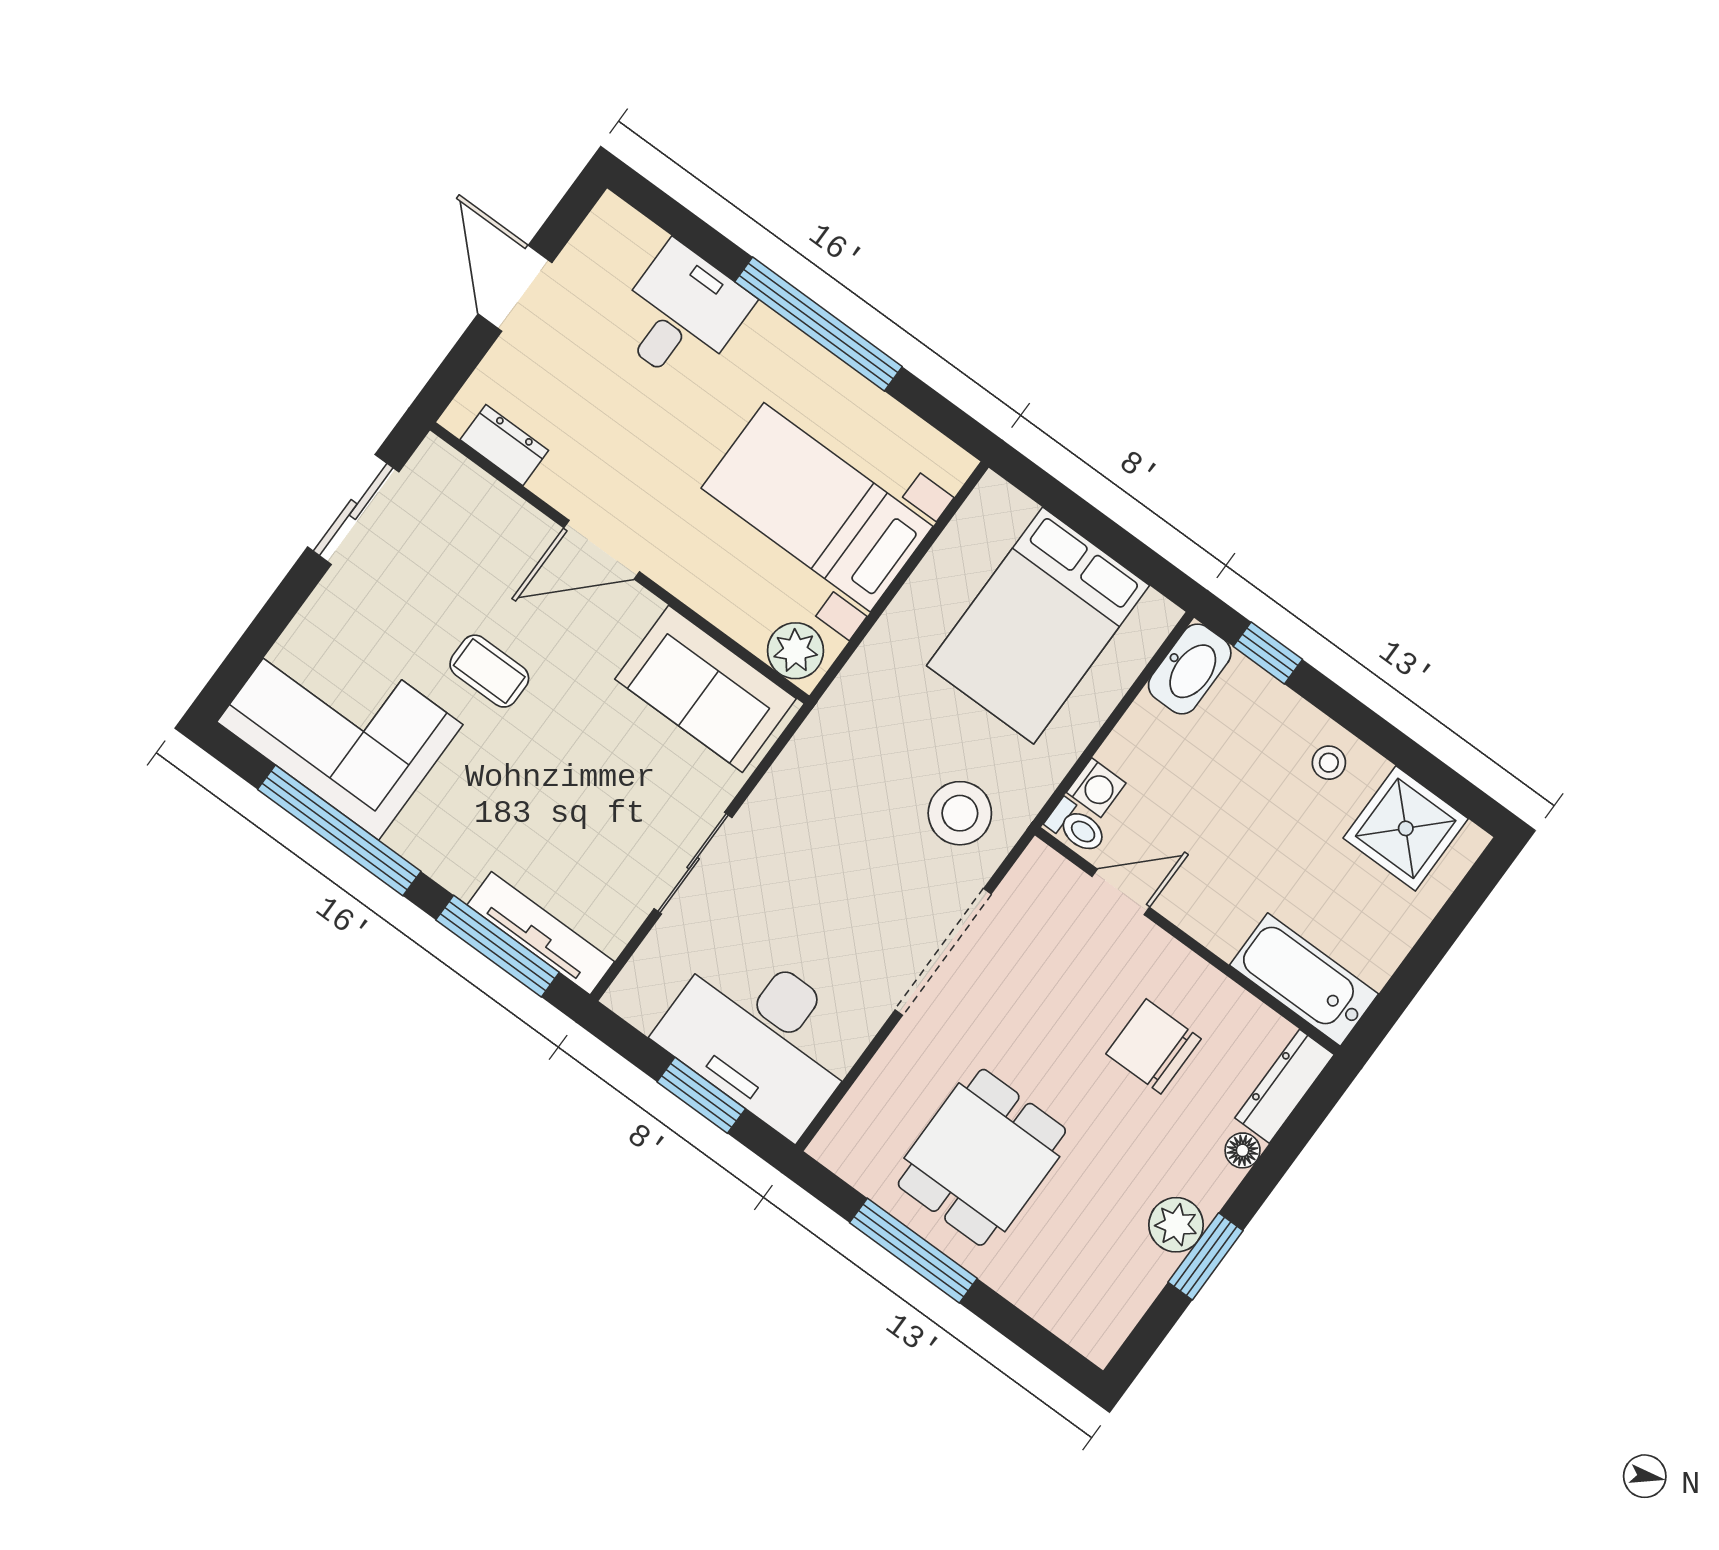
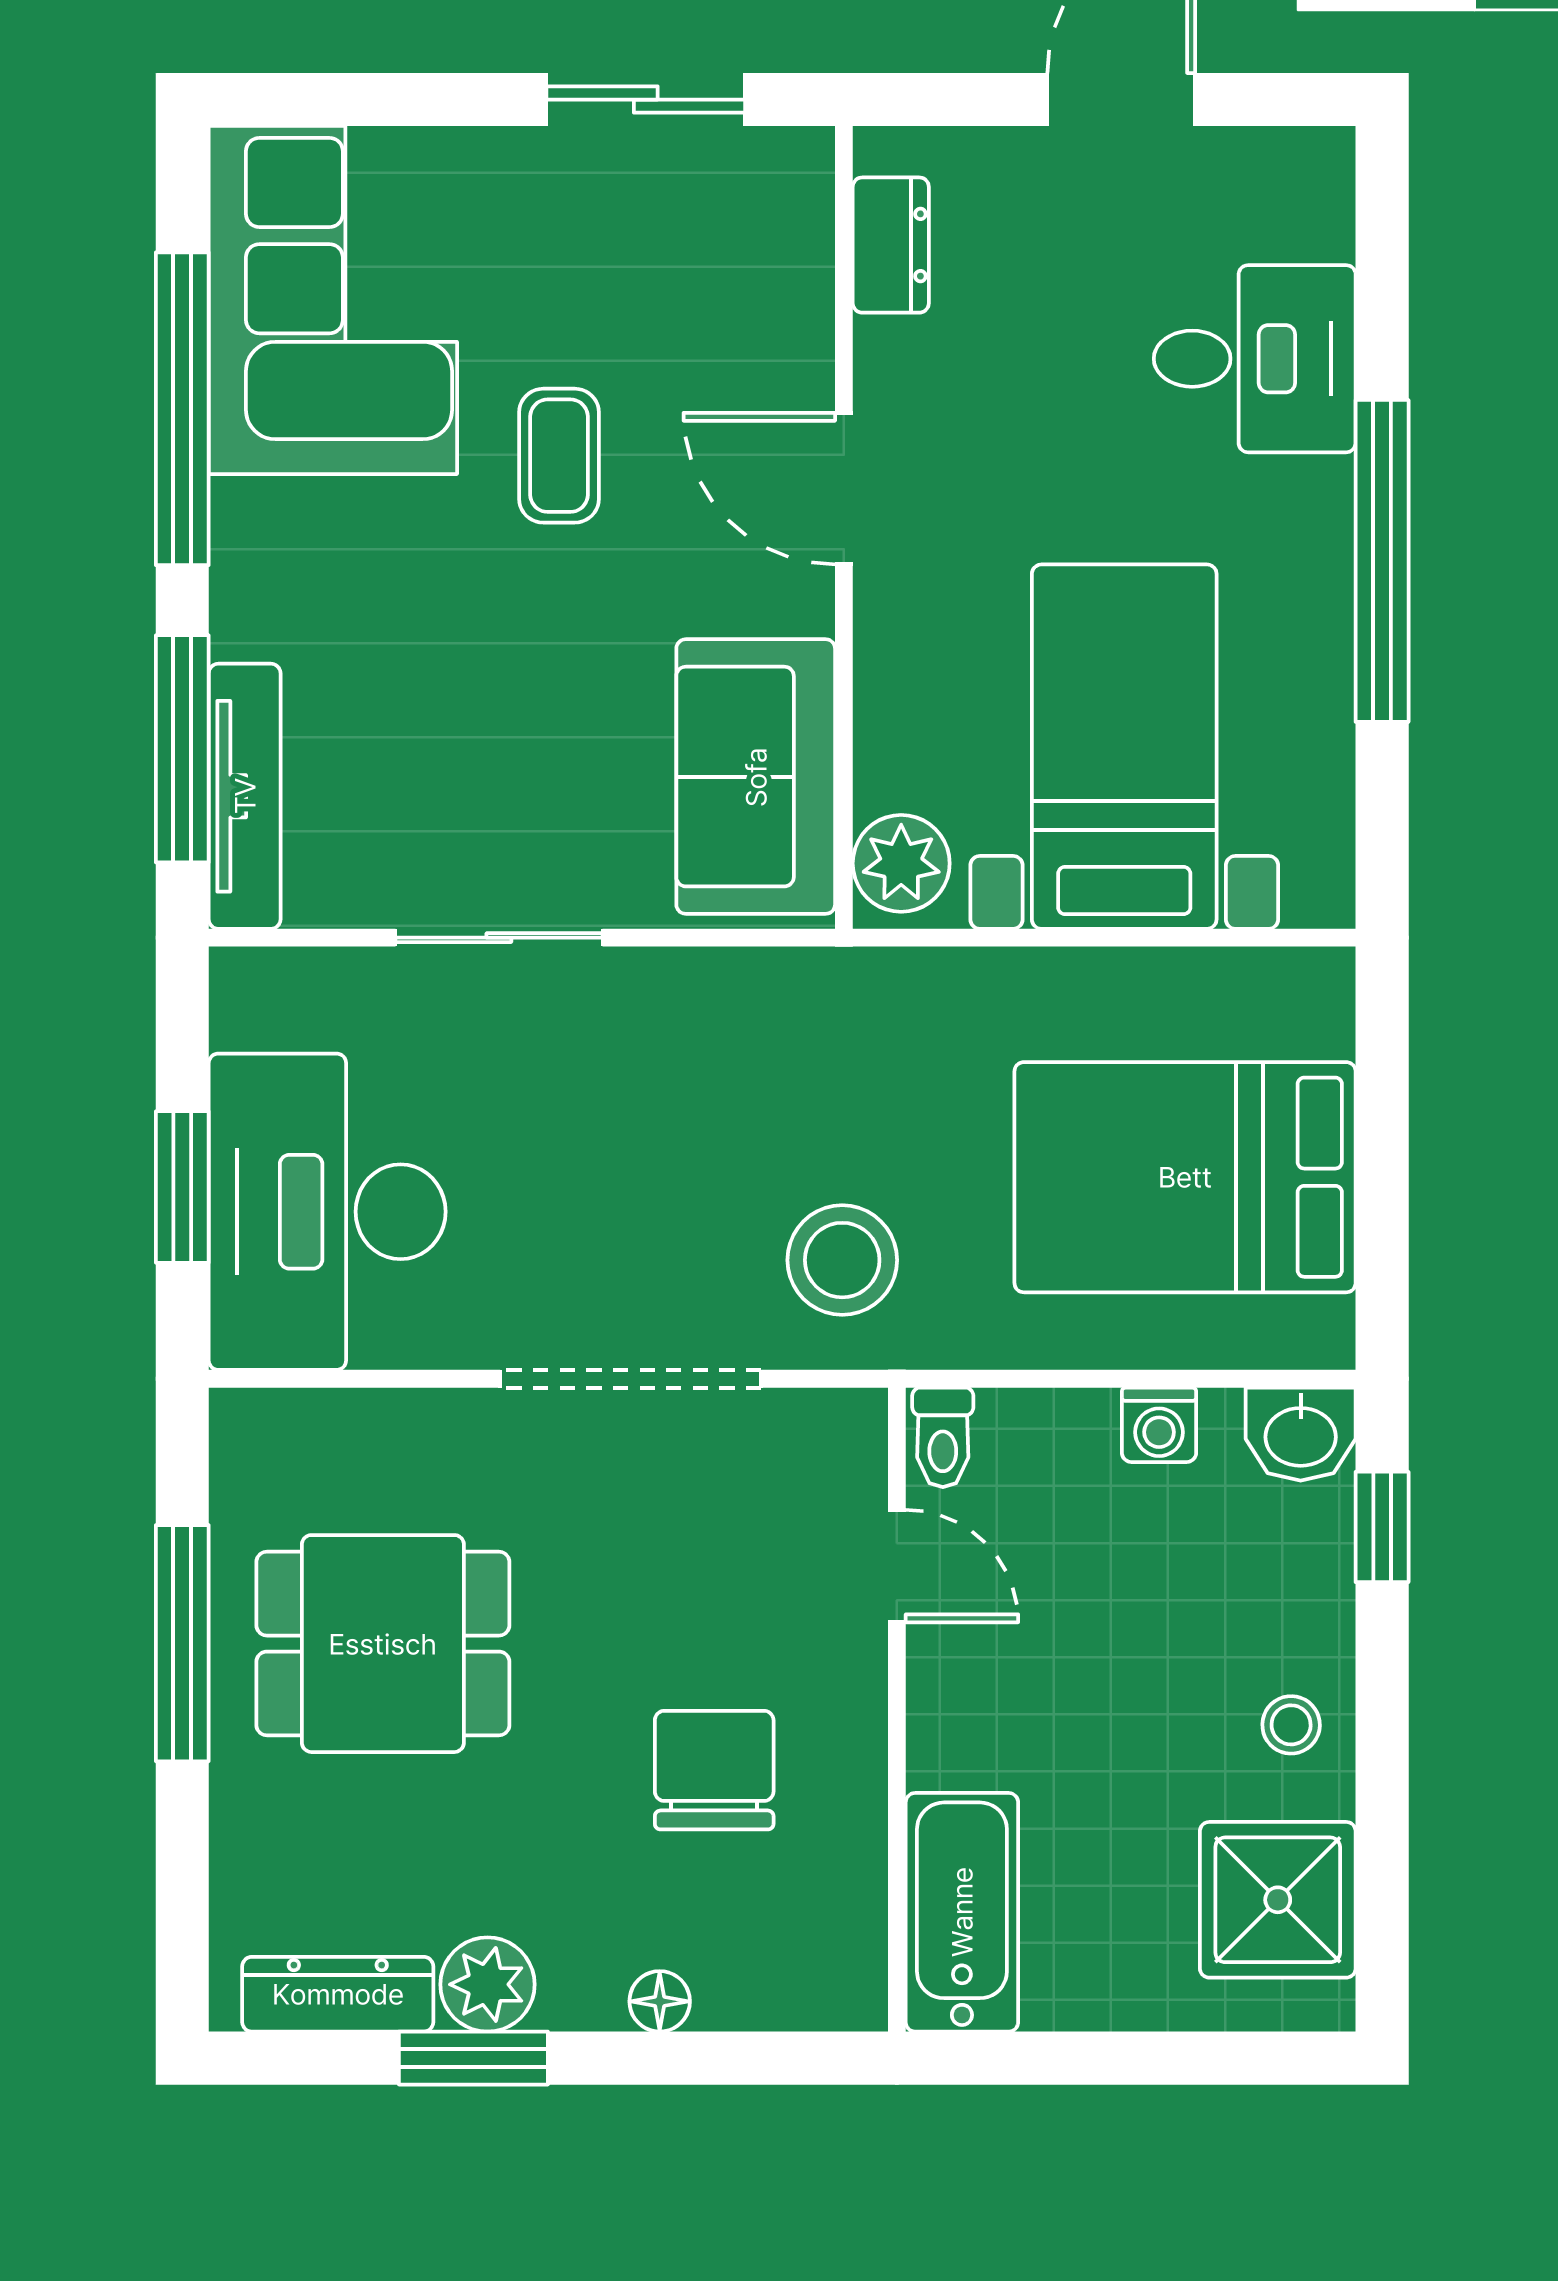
washbasin: (1190, 669) -> (1301, 1434), width x0.72
washing machine: (1096, 788) -> (1159, 1425), moved
dresser: (1284, 1086) -> (338, 1994), moved

